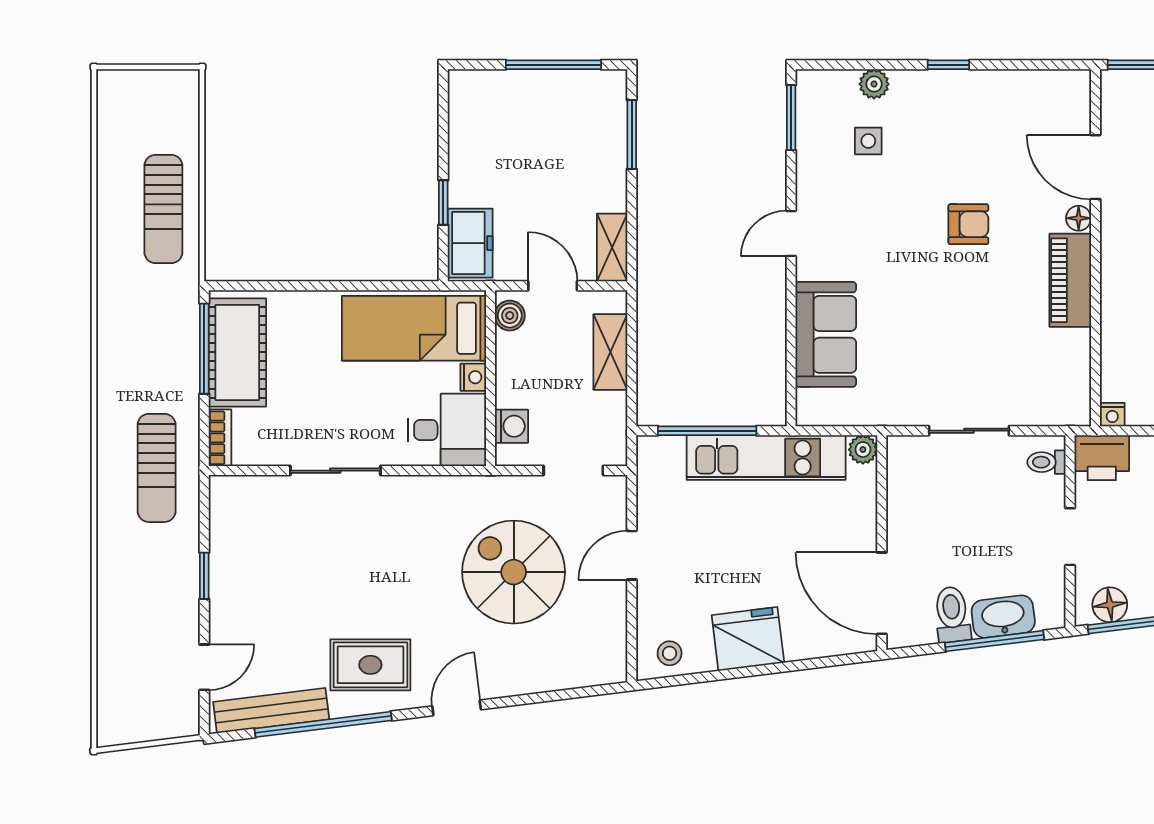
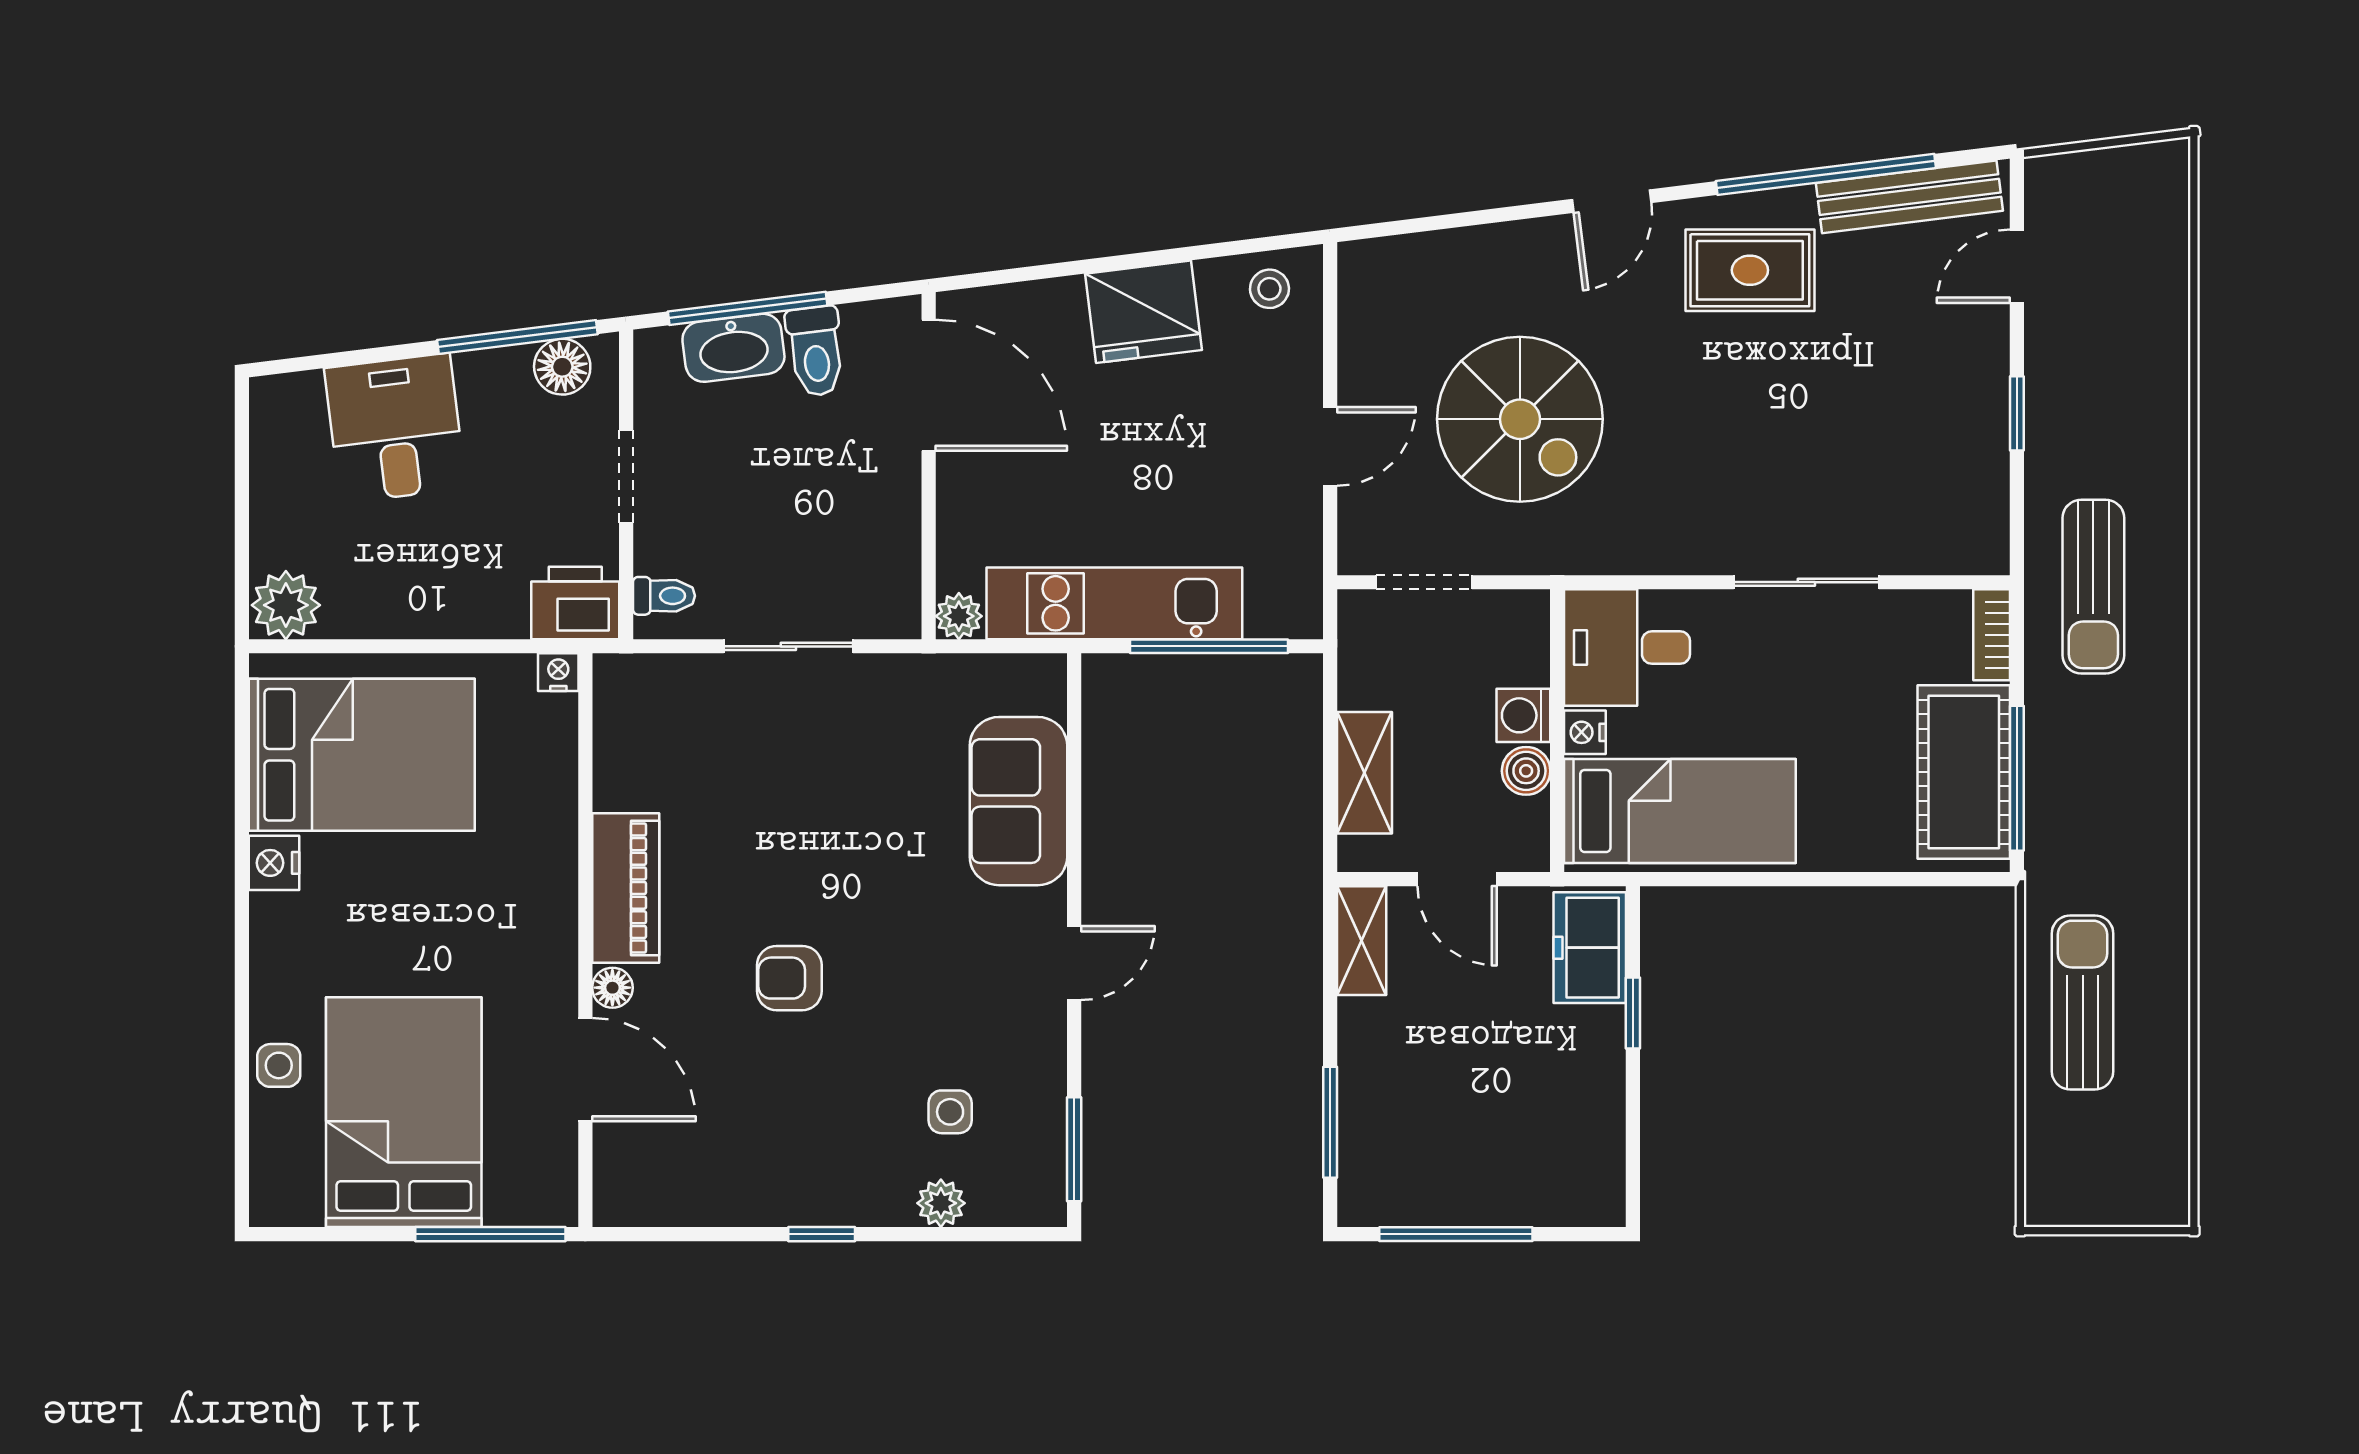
boiler: (510, 316) -> (1526, 771), moved
washing machine: (511, 426) -> (1523, 715), moved
sun lounger: (157, 468) -> (2093, 587), turned 180

